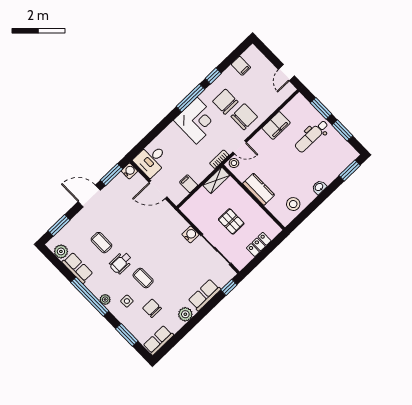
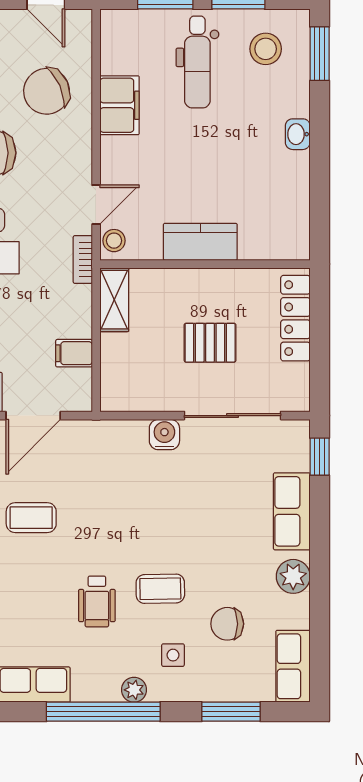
chair: (244, 117) -> (47, 91), moved, turned -114
stool: (293, 204) -> (266, 49), moved
coffee table: (101, 243) -> (31, 518), moved
locker: (259, 244) -> (295, 318), width x1.53

